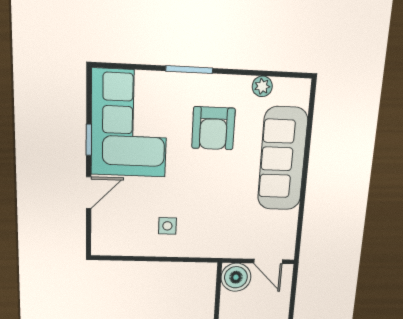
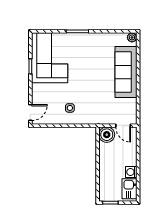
plant: (262, 86) -> (132, 37), moved
armchair: (213, 128) -> (90, 58), removed
door: (89, 193) -> (30, 113), moved

